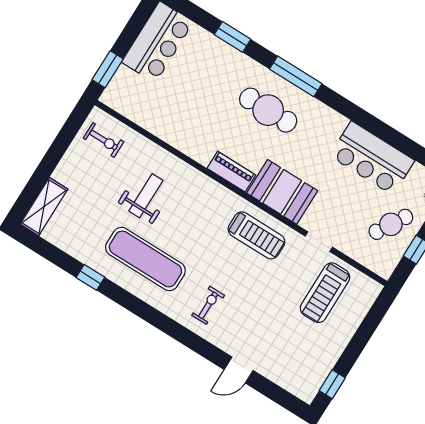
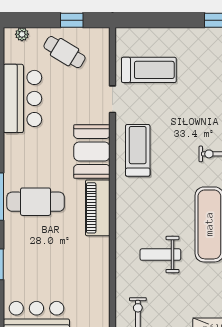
cafe table: (268, 110) -> (36, 202), turned 90
piano: (231, 172) -> (98, 208), width x1.37, depth x1.33

